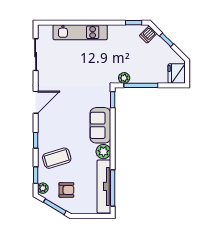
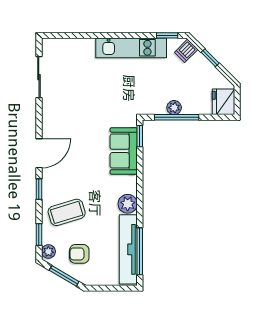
kitchen unit: (80, 32) -> (131, 48), moved
plant: (124, 78) -> (174, 108), moved
door: (36, 102) -> (39, 153), moved
sofa: (100, 125) -> (124, 151), moved
armchair: (66, 190) -> (79, 254), turned 180

